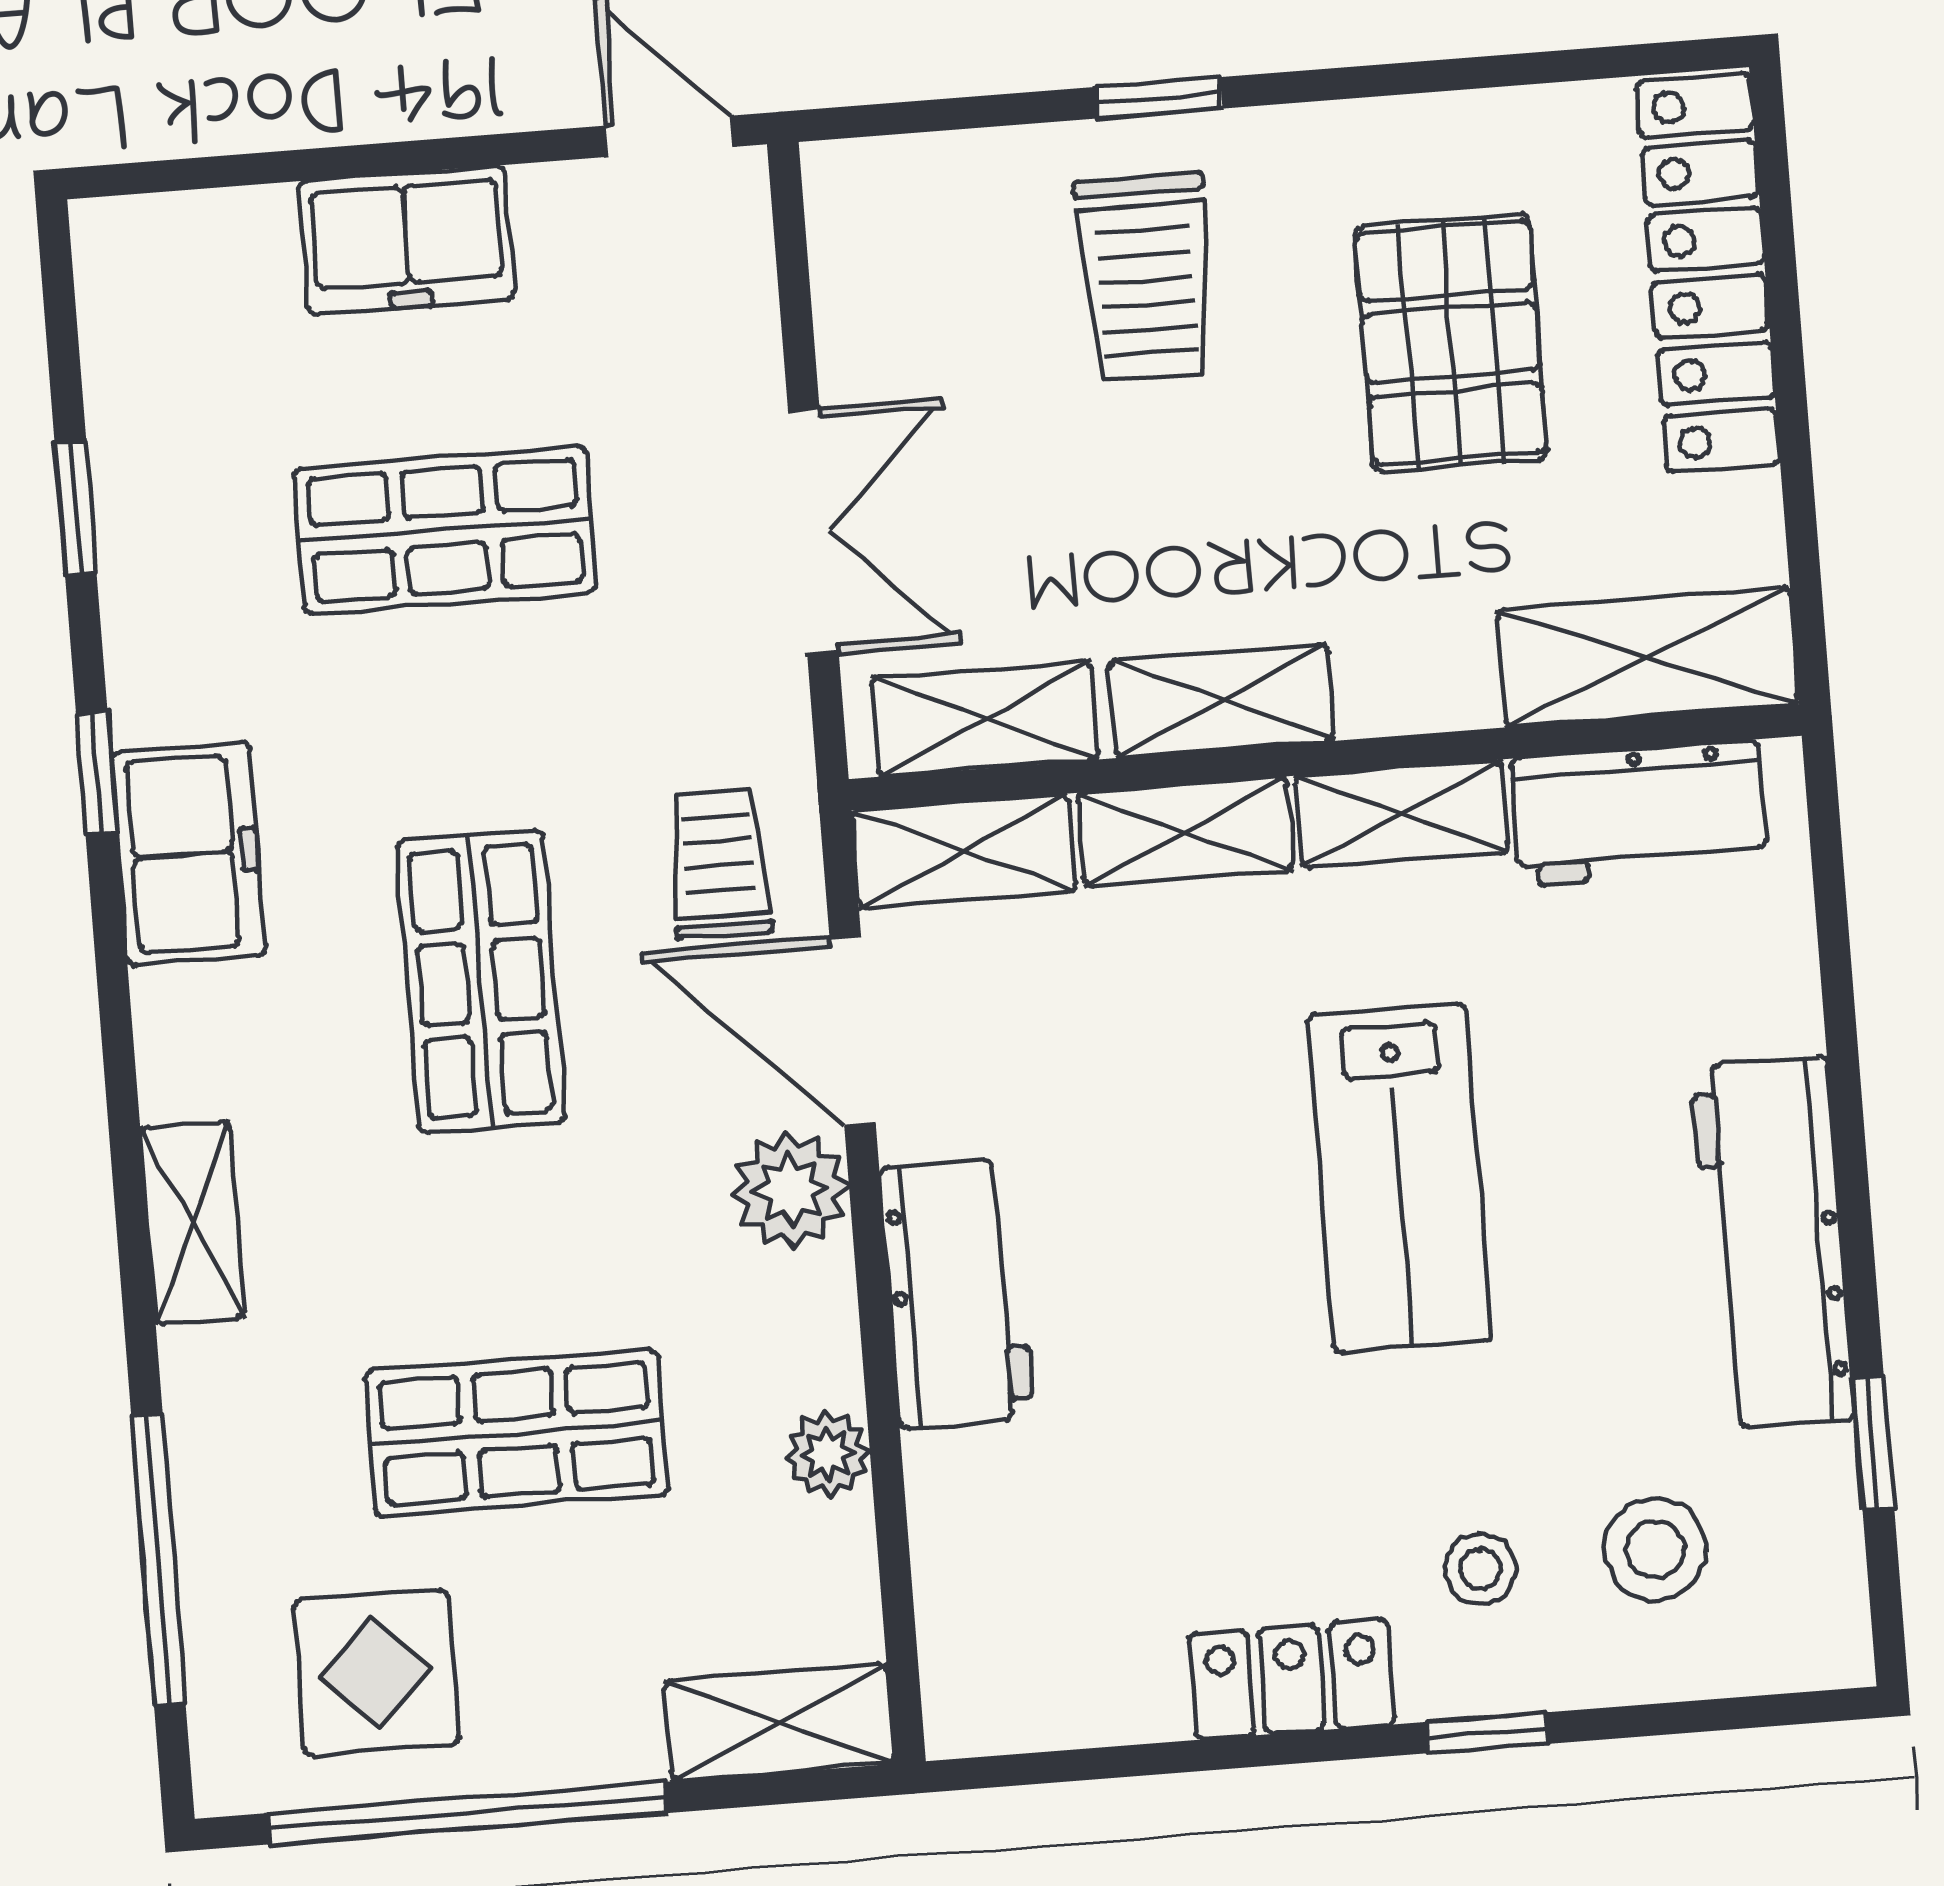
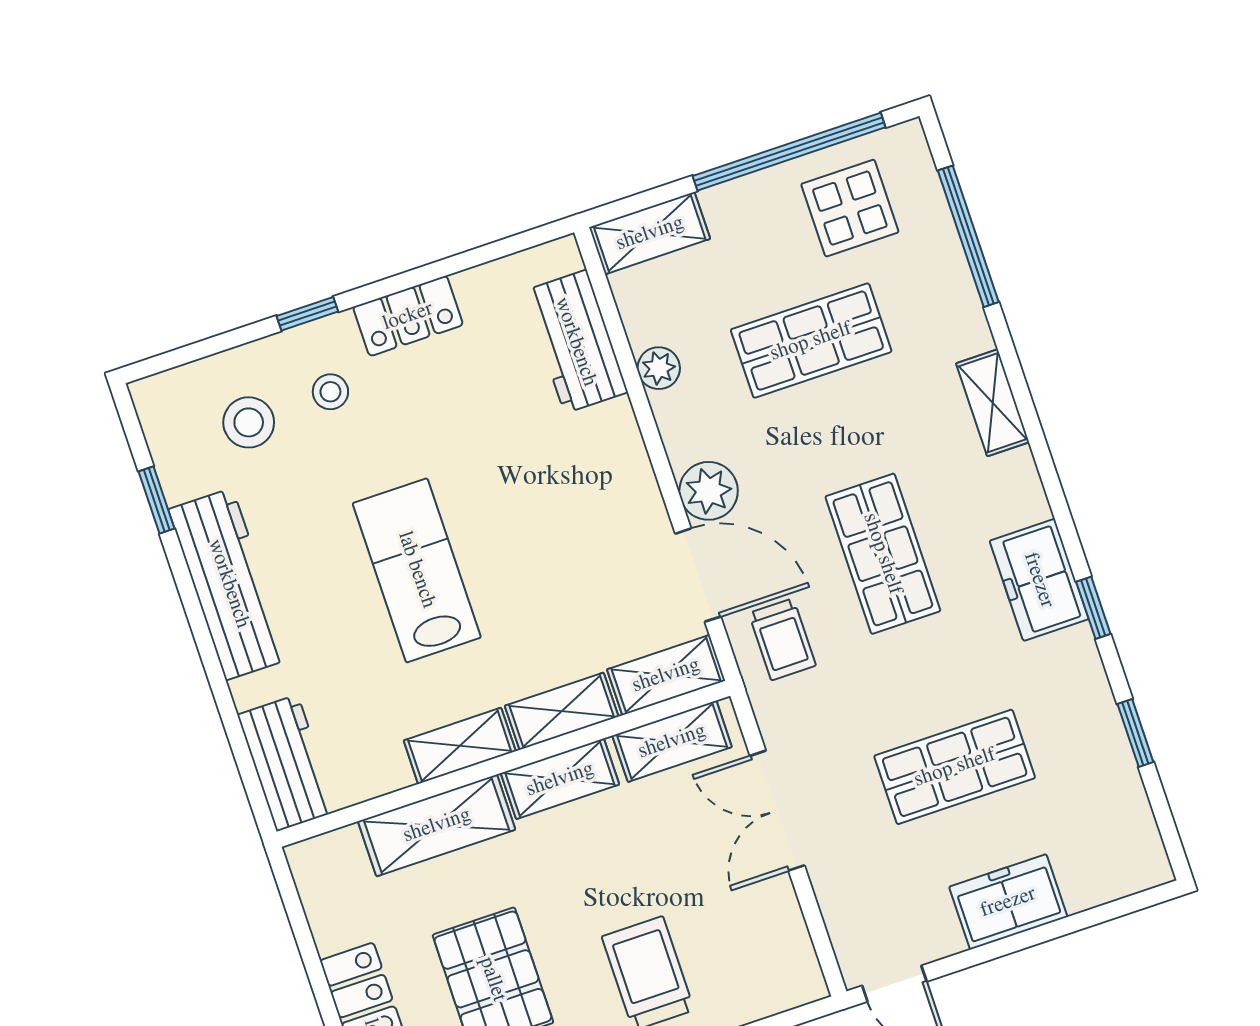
shelving: (1648, 657) -> (437, 825), moved
workbench: (1639, 813) -> (287, 763), moved, turned 90
workbench: (957, 1293) -> (576, 342), moved

